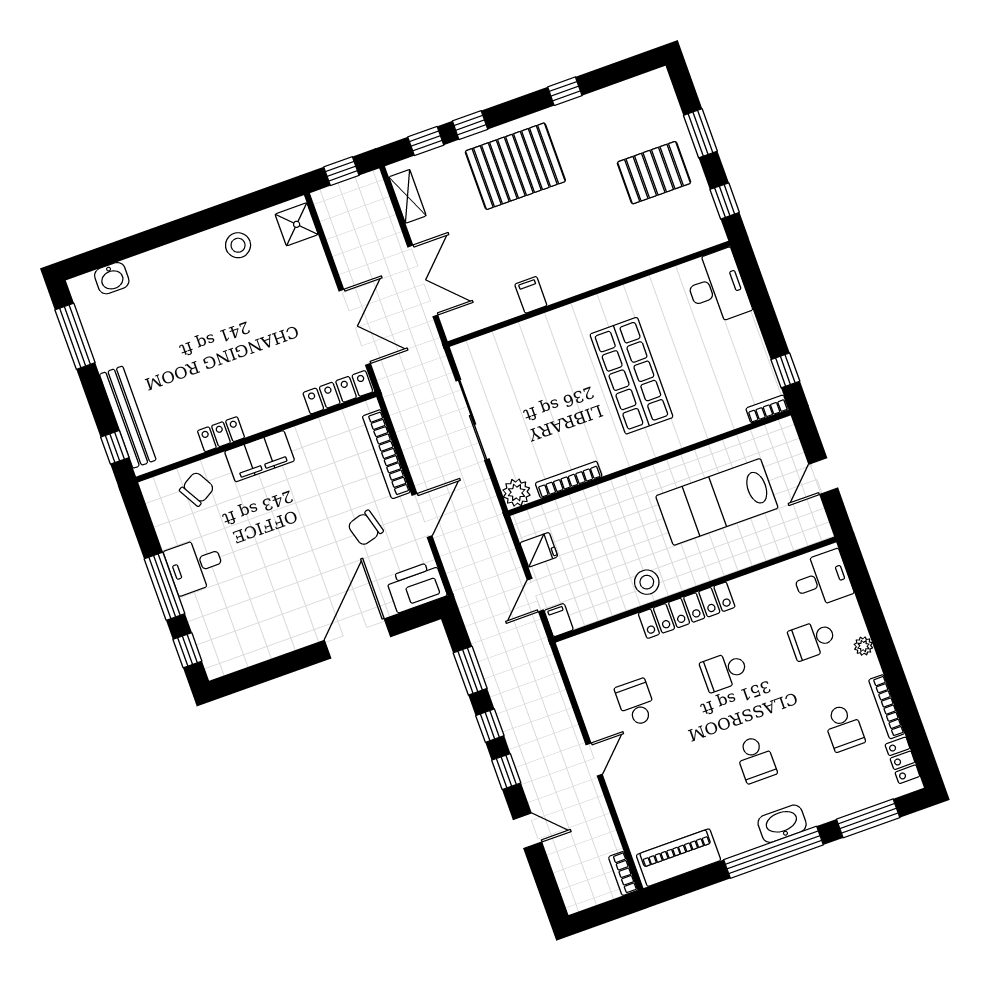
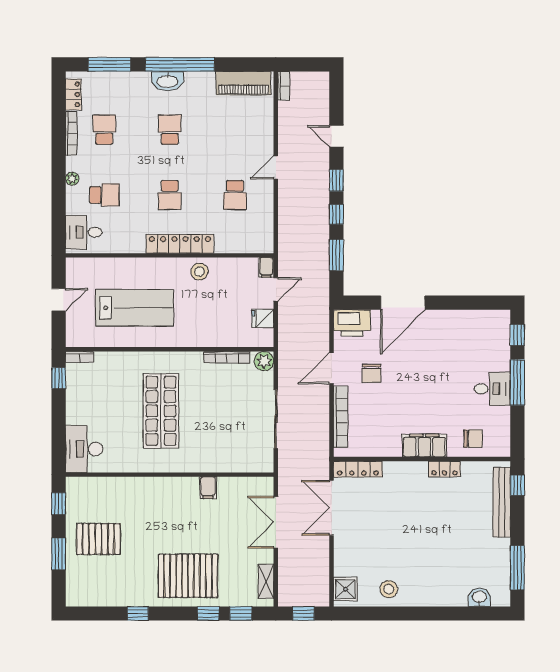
chair: (197, 489) -> (473, 439), turned -150
chair: (365, 528) -> (372, 373), turned 106
school desk: (724, 671) -> (170, 195), turned 90

